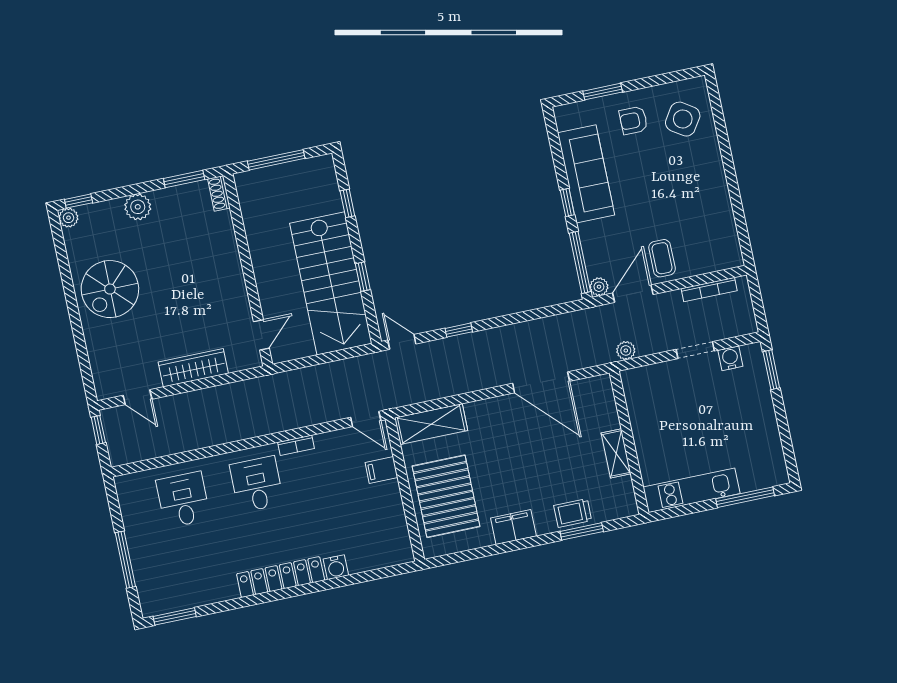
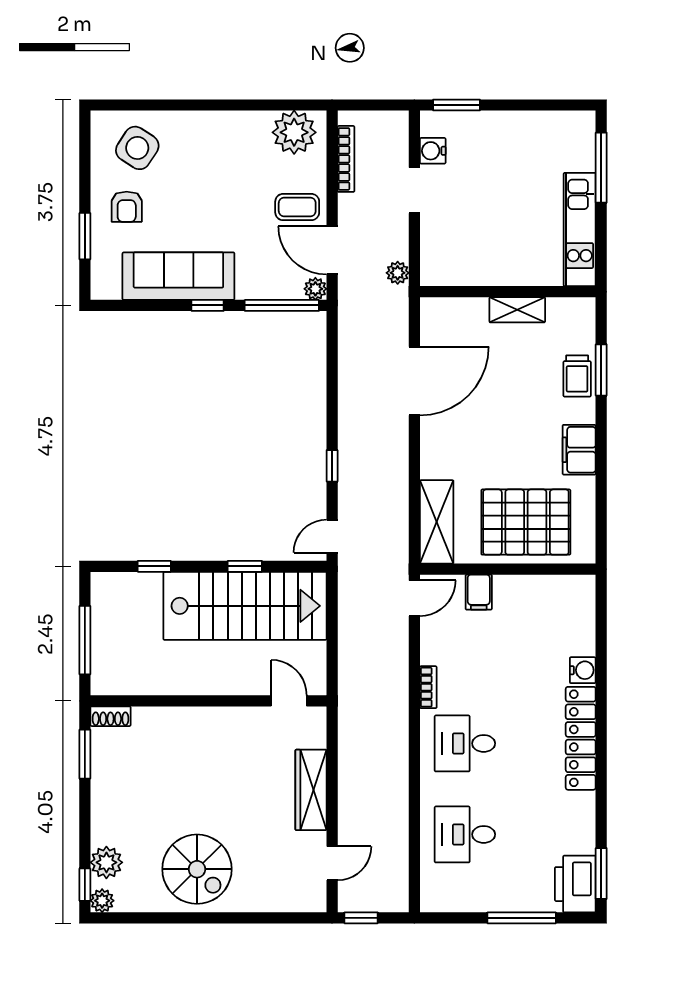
plant: (138, 207) -> (106, 862), moved
plant: (722, 243) -> (294, 132), added
printer: (162, 597) -> (575, 884), added

